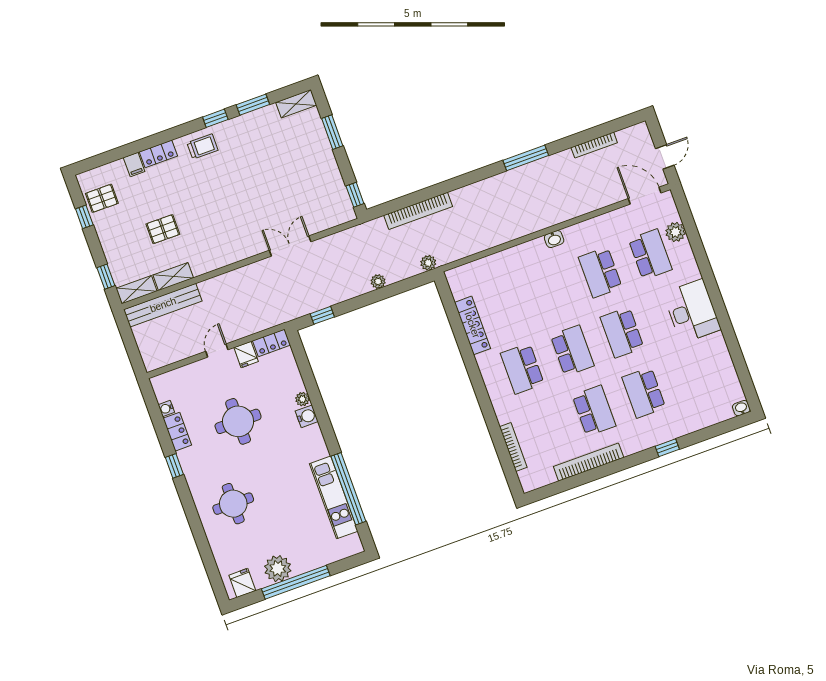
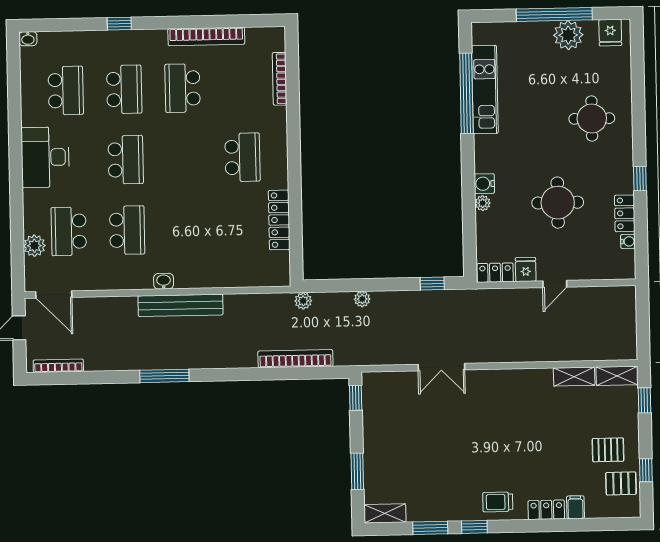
bookcase: (594, 145) -> (58, 366), moved
pallet: (163, 229) -> (608, 450), moved
bench: (163, 305) -> (181, 305), moved
school desk: (572, 351) -> (66, 91), moved, turned 180

